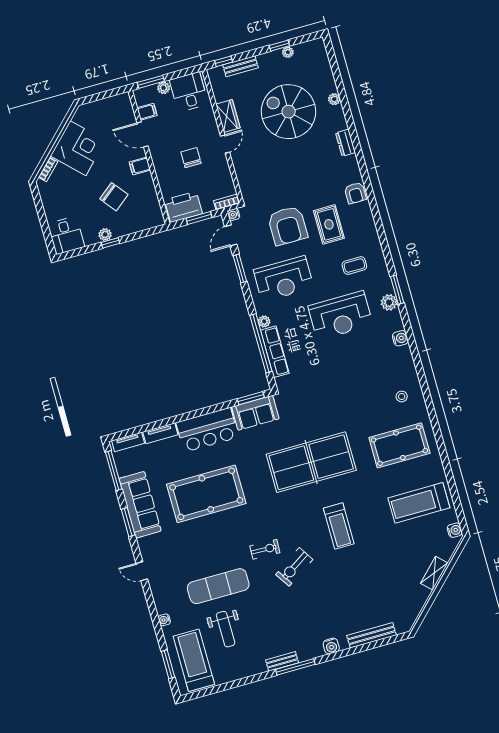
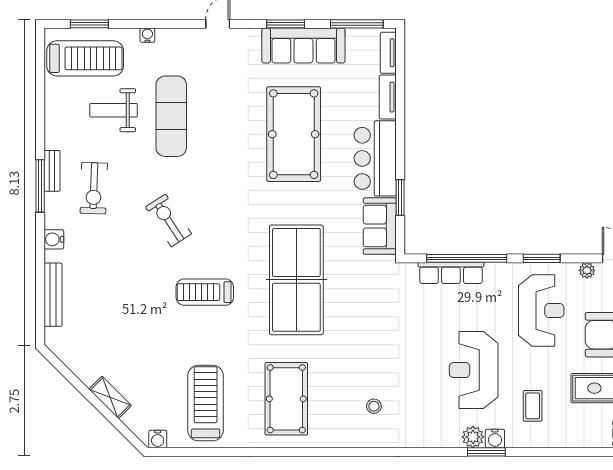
window: (240, 268) -> (542, 258), moved
reception desk: (284, 279) -> (541, 311), turned 180
plant: (264, 321) -> (587, 270), moved
water cooler: (400, 338) -> (495, 438), moved
stool: (402, 396) -> (374, 406), moved
window: (251, 398) -> (400, 198), moved
exercise bike: (265, 549) -> (94, 188), moved, width x1.38, depth x1.39

